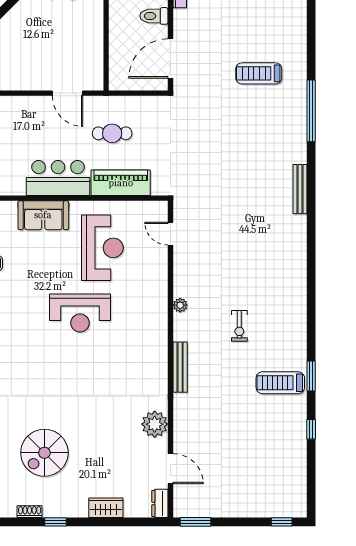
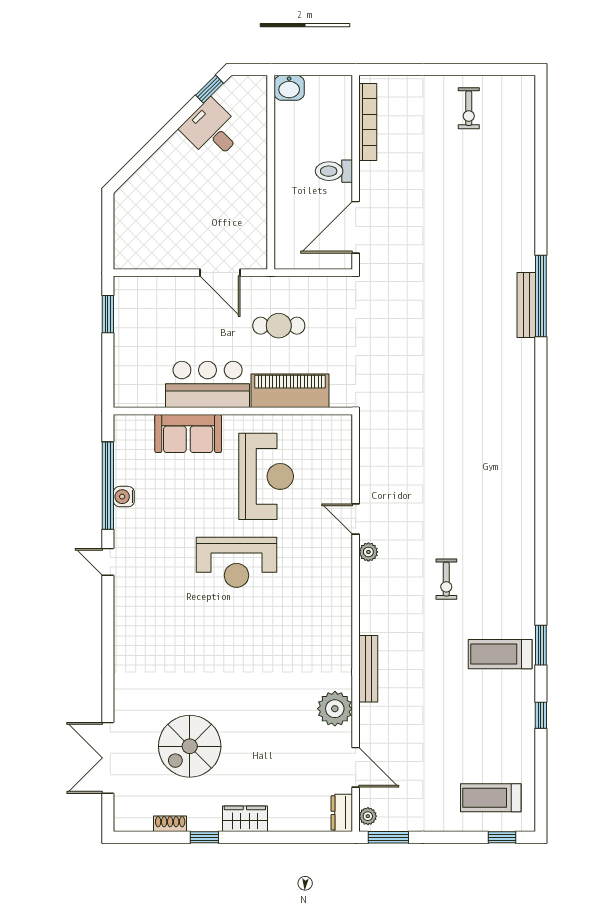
treadmill: (259, 73) -> (491, 798), moved
bench: (300, 189) -> (526, 305), moved
door: (170, 234) -> (356, 519), moved
bench: (180, 367) -> (368, 669), moved
plant: (180, 506) -> (368, 816), added
wardrobe: (106, 508) -> (245, 819), moved

